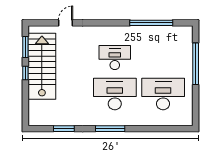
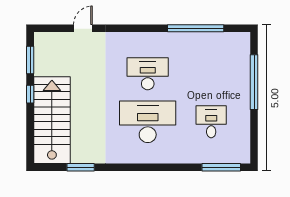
stairs: (42, 66) -> (52, 120), moved
desk: (163, 94) -> (211, 122), width x0.53, depth x0.77
window: (110, 129) -> (221, 167), moved

